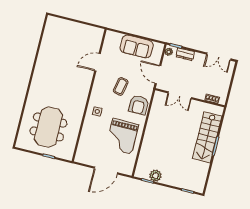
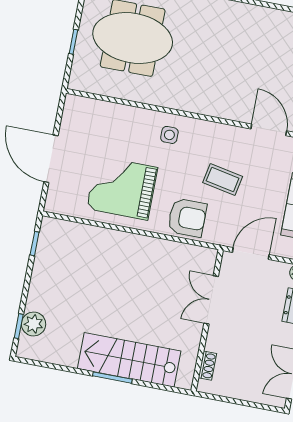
armchair: (139, 105) -> (187, 218), turned 180
plant: (155, 176) -> (34, 324), moved

